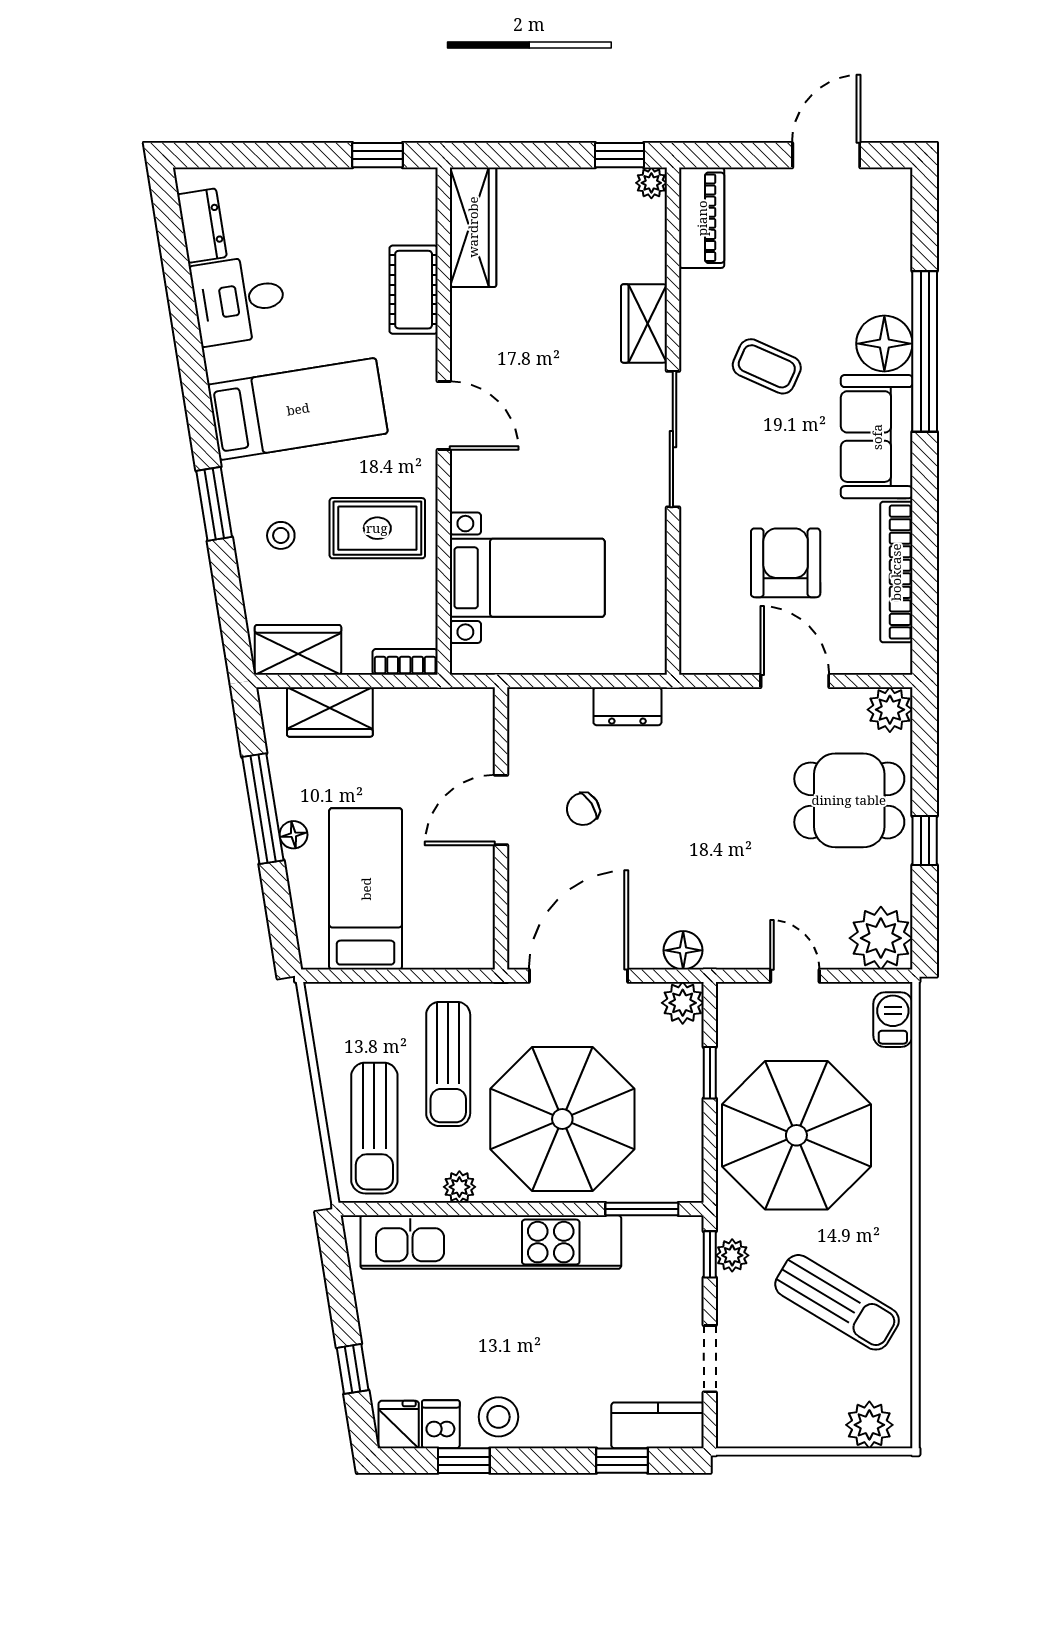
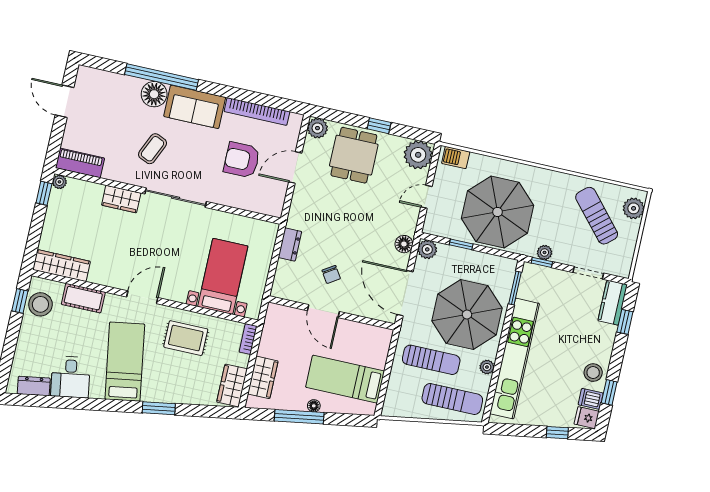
rug: (377, 528) -> (186, 338), turned 90
stool: (281, 535) -> (40, 304), moved, width x1.89, depth x1.89
sun lounger: (837, 1302) -> (597, 216), moved, turned -72

